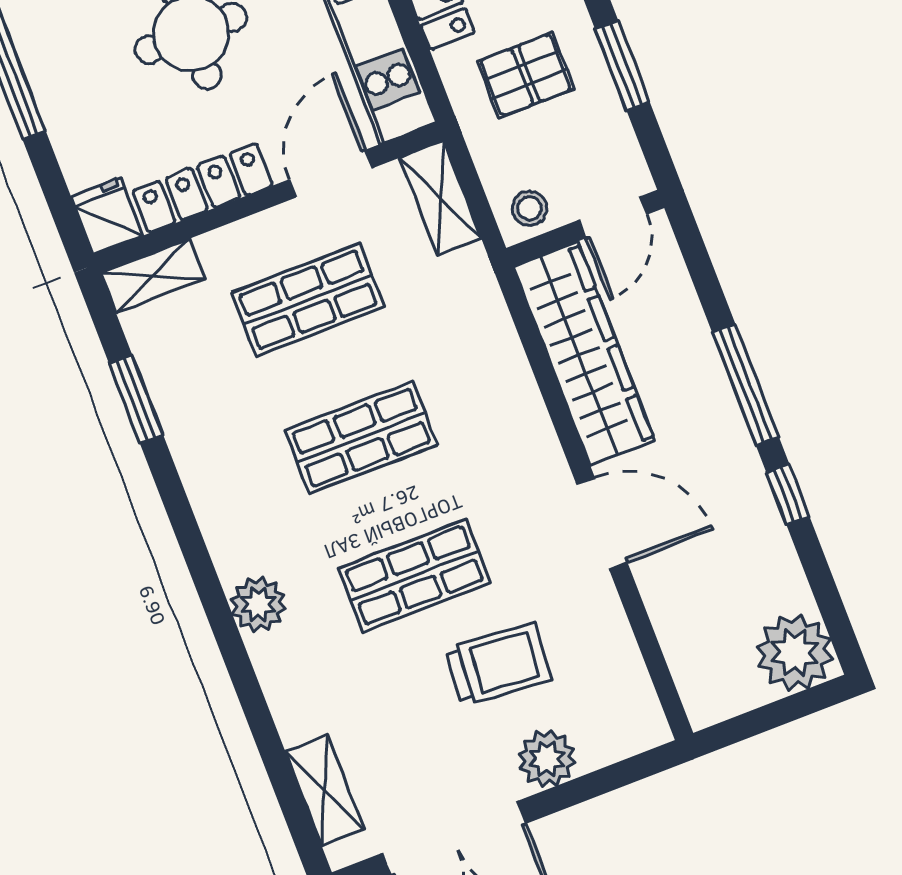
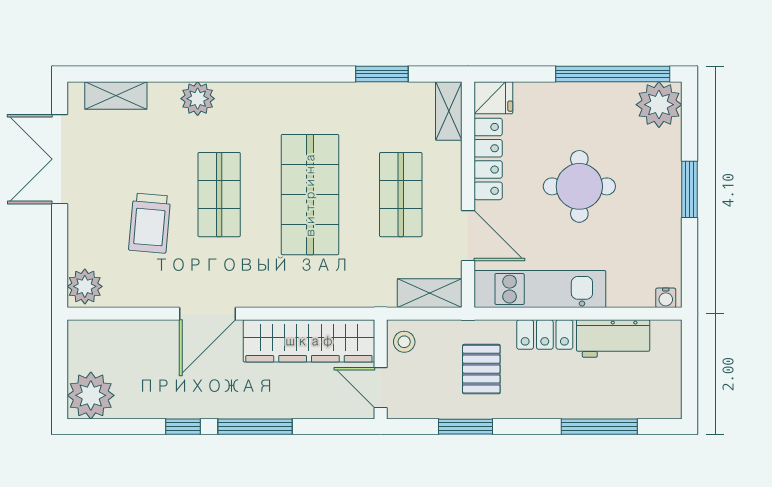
shop shelf: (361, 438) -> (310, 195), width x1.43, depth x1.36
plant: (258, 604) -> (198, 99), moved
plant: (547, 759) -> (85, 286), moved

